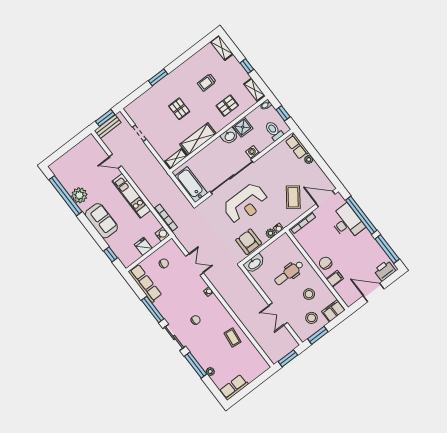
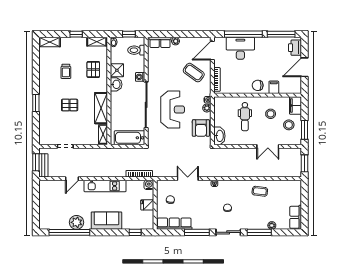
armchair: (249, 242) -> (201, 128), turned -90

